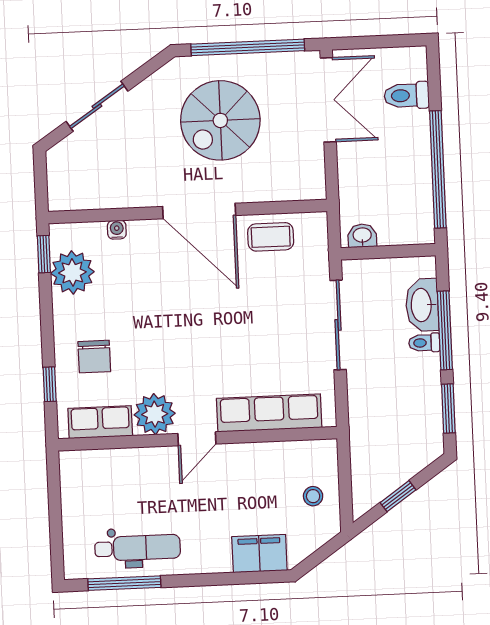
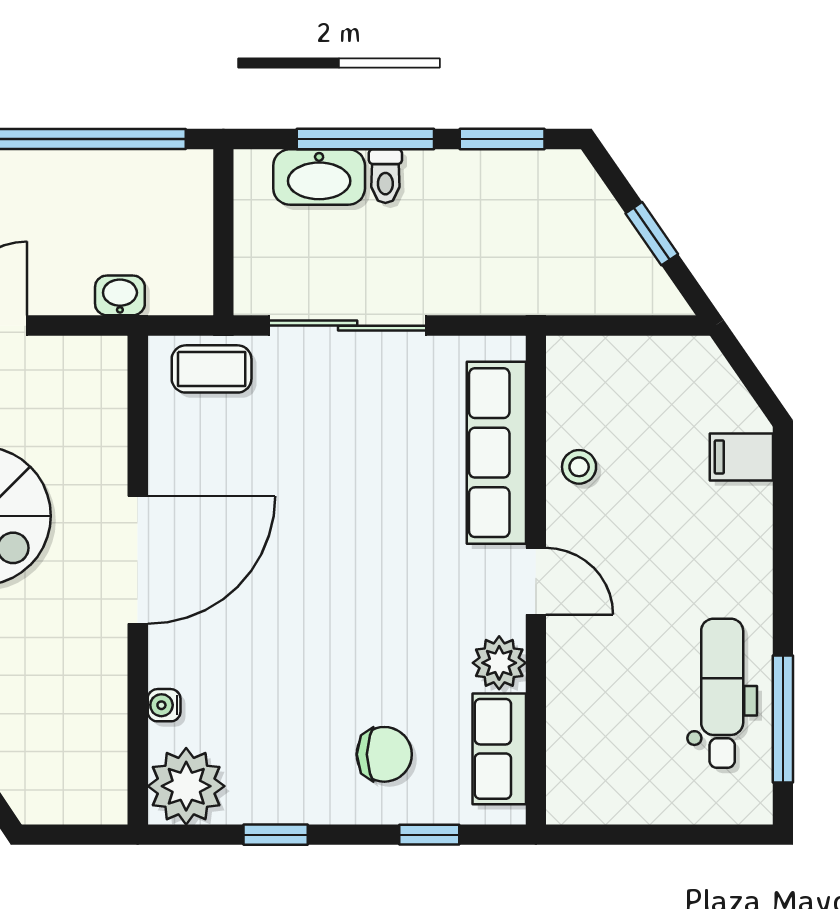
washbasin: (362, 236) -> (120, 295), moved, turned 90
coffee table: (271, 237) -> (212, 369), moved, turned 90
window: (44, 254) -> (276, 835), moved
plant: (72, 272) -> (186, 786), moved
plant: (155, 414) -> (499, 663), width x0.73, depth x0.73
stool: (313, 496) -> (579, 467), moved
filing cabinet: (259, 553) -> (741, 457), width x0.50

